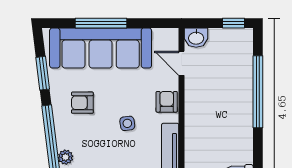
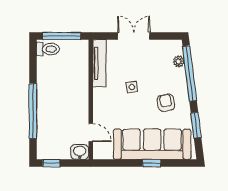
window: (101, 23) -> (152, 163), width x0.46
armchair: (167, 102) -> (102, 103), removed
armchair: (82, 103) -> (166, 103), turned -100

